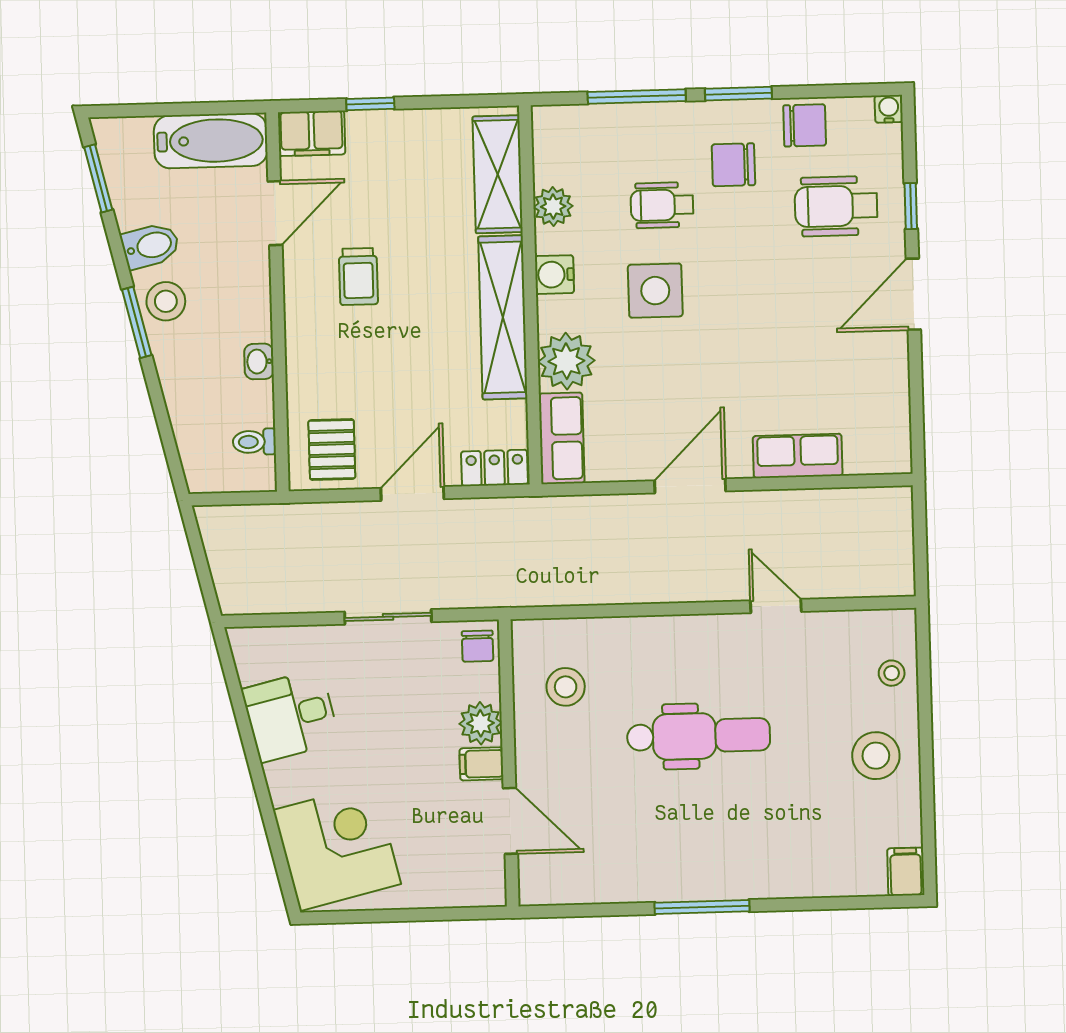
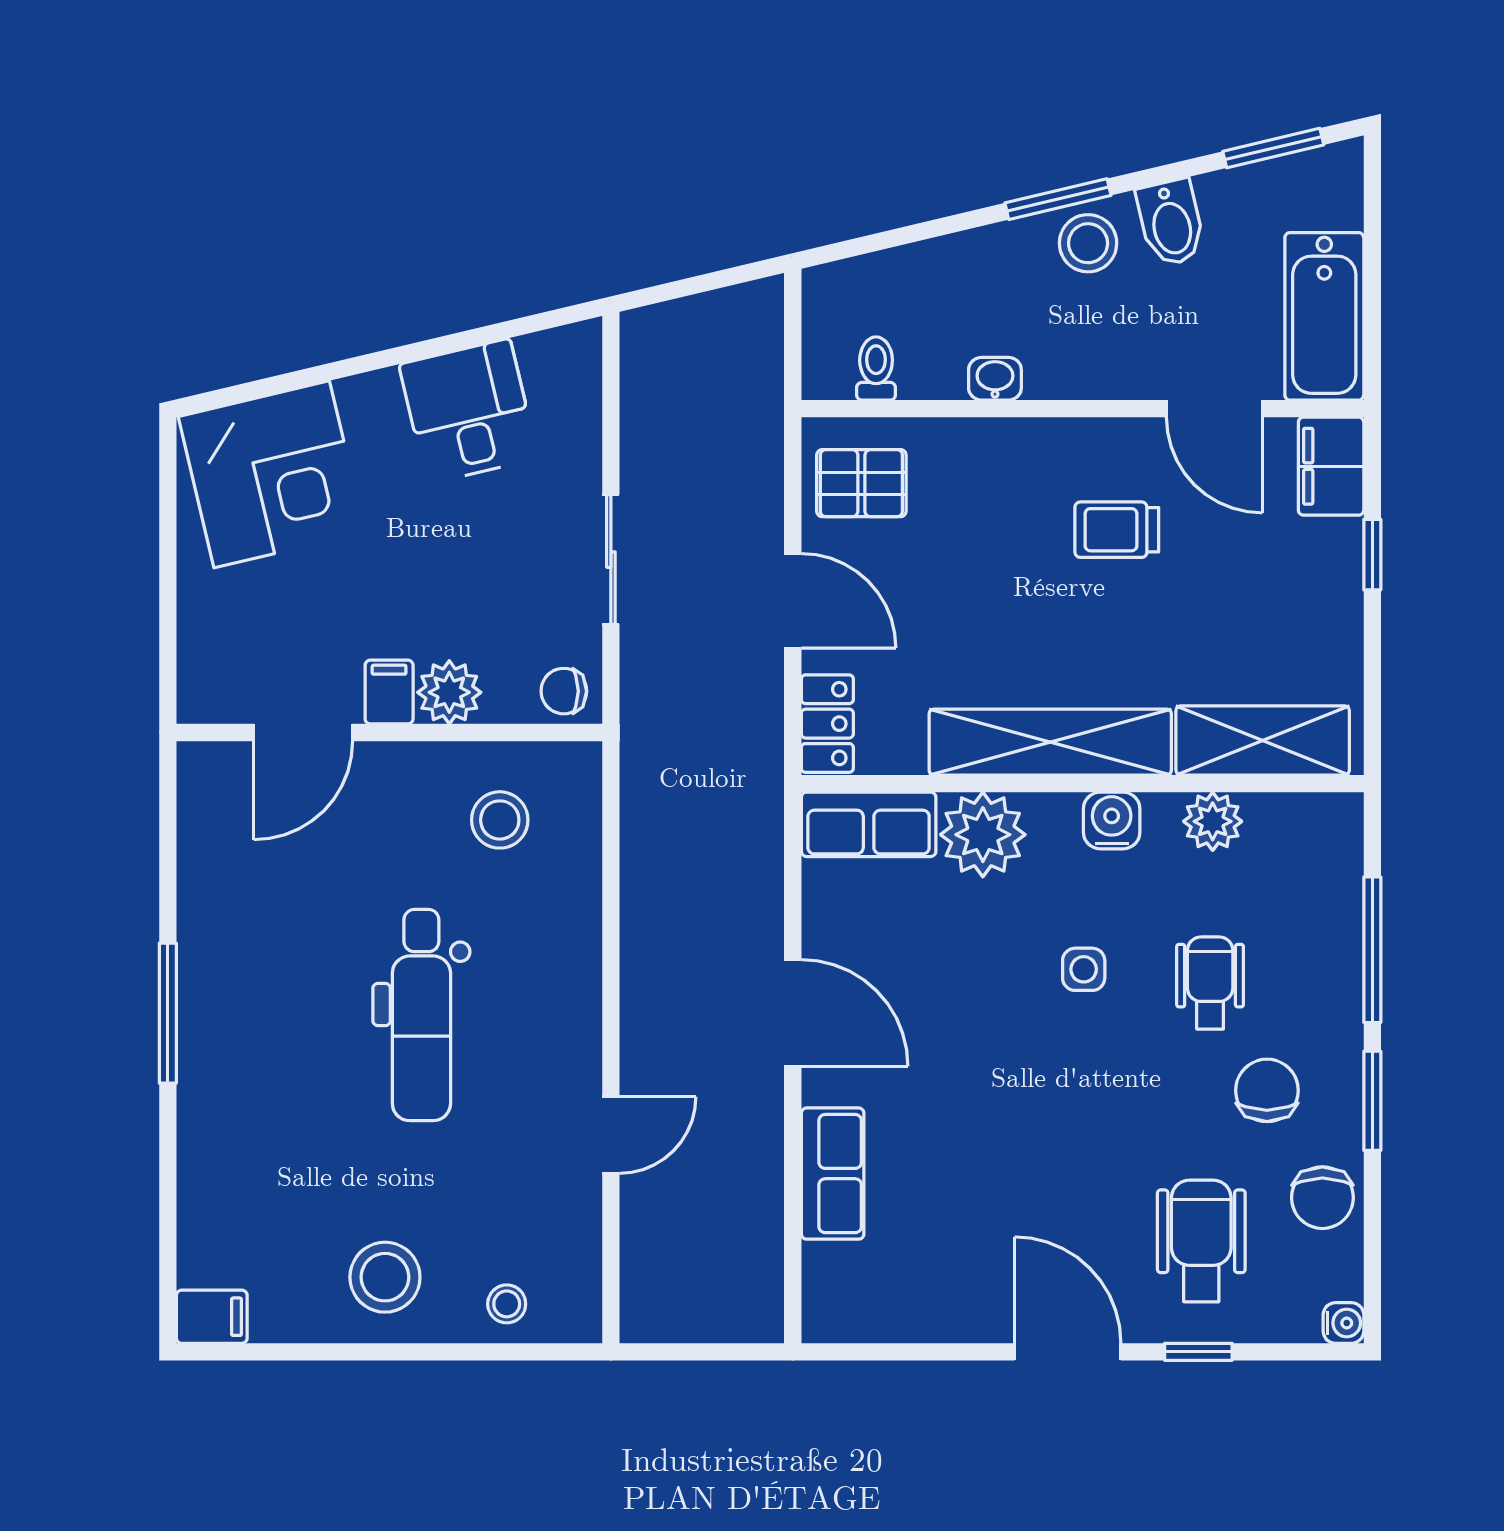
side table: (655, 291) -> (1084, 969), width x0.54, depth x0.54

